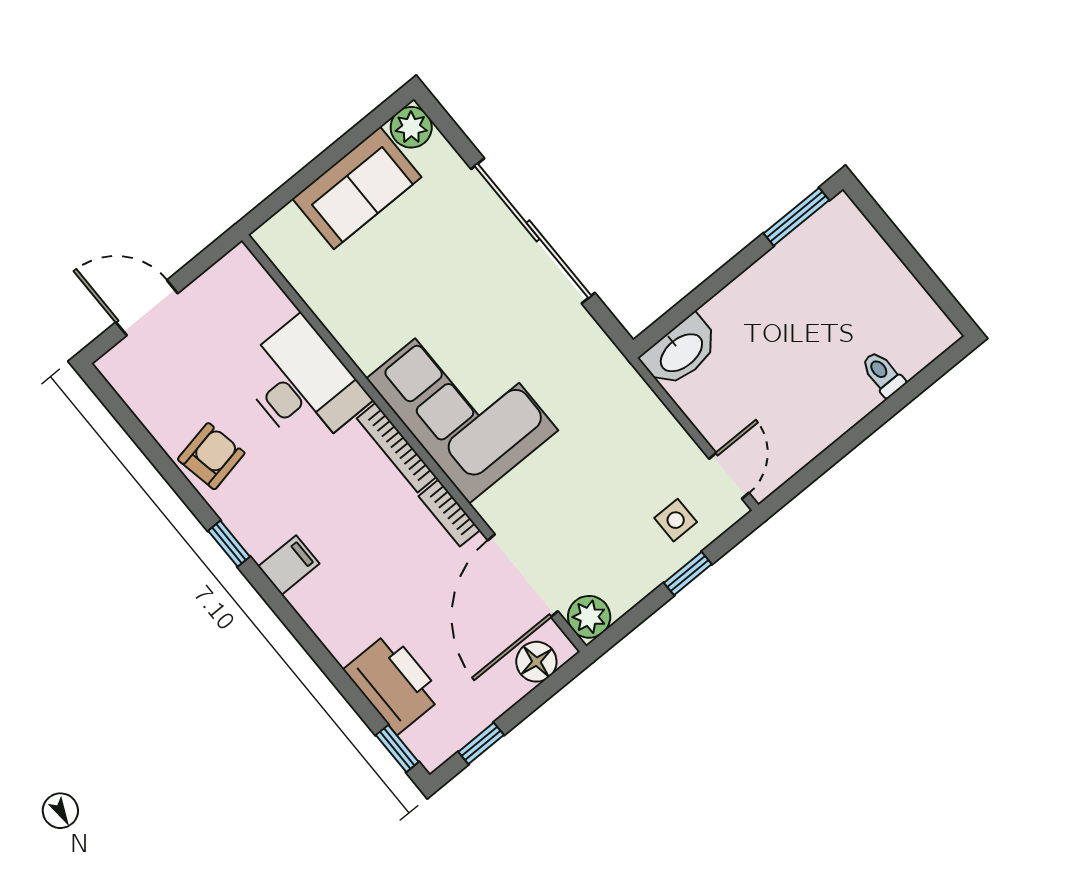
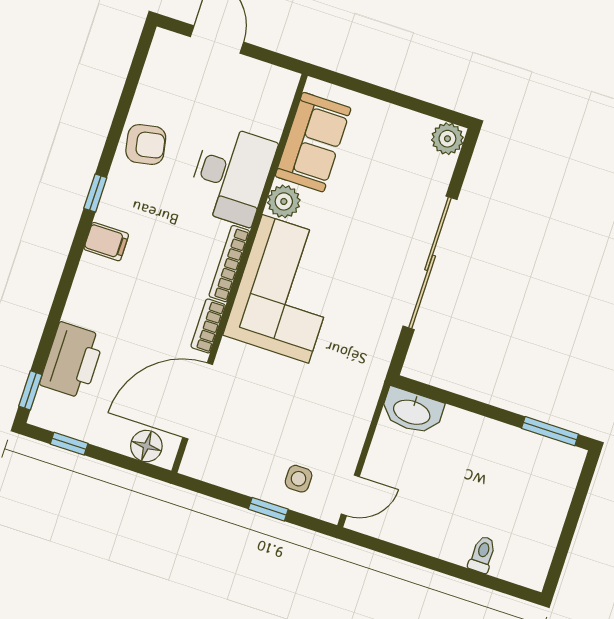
sofa: (357, 188) -> (313, 142), moved, turned -90
plant: (589, 617) -> (284, 201), moved

